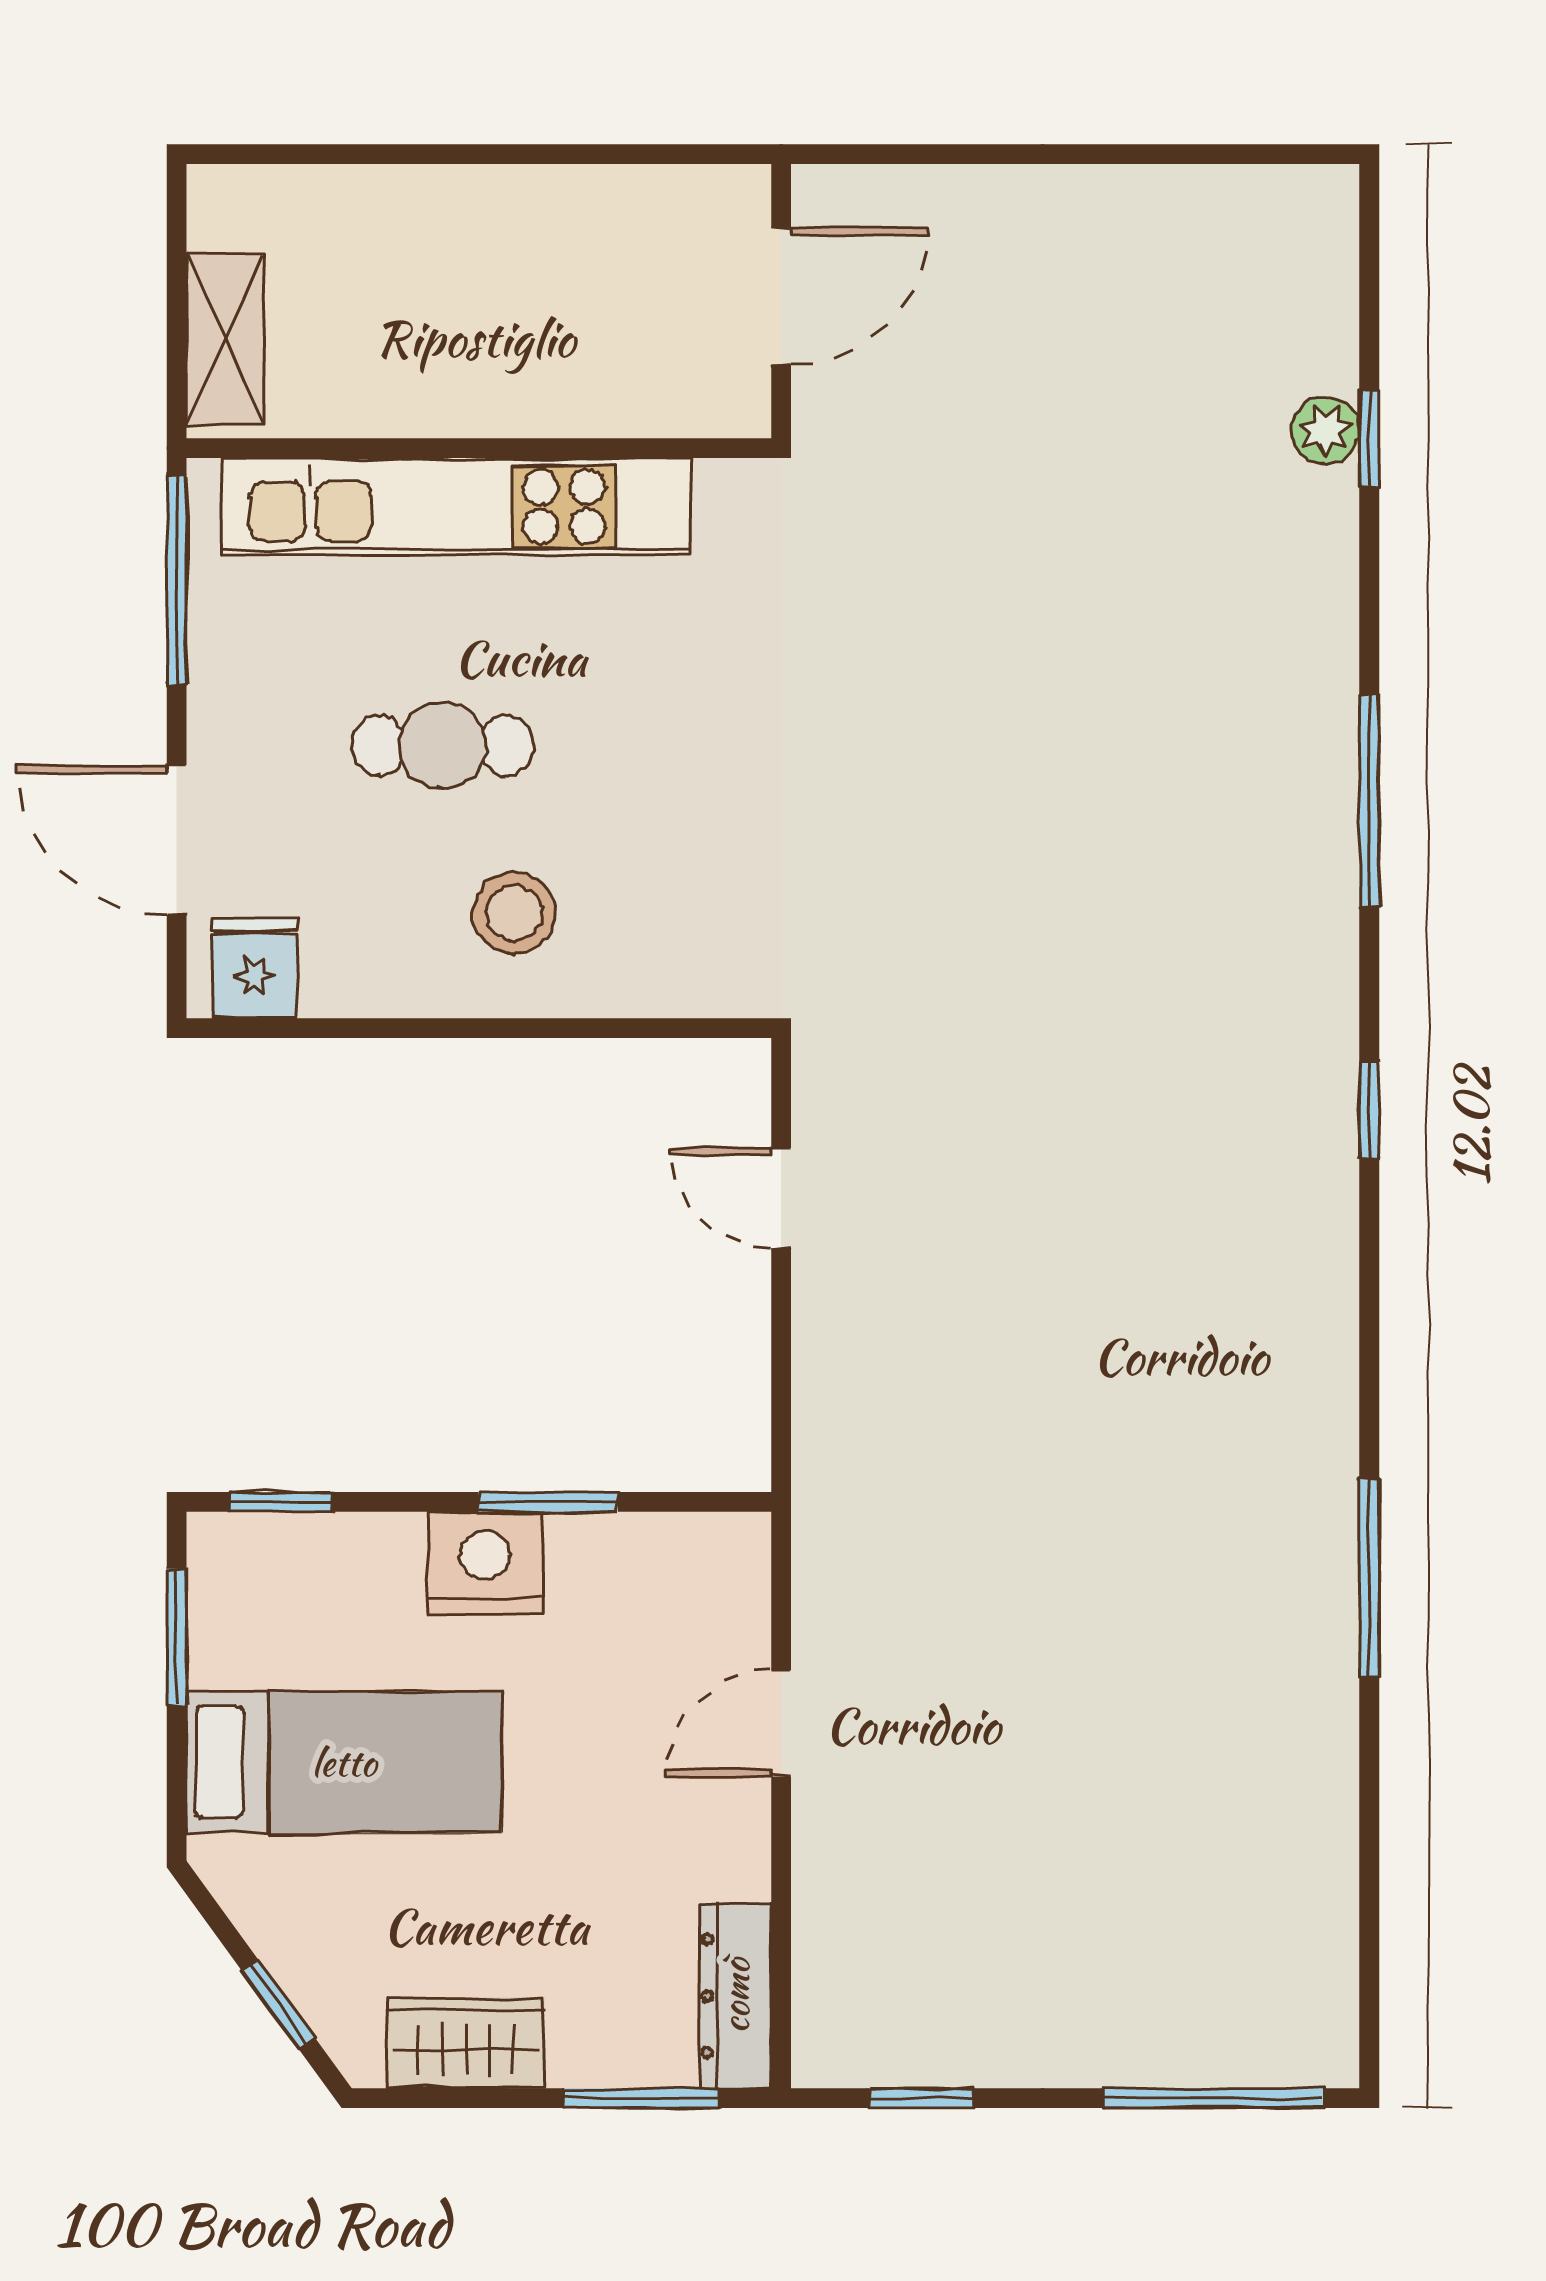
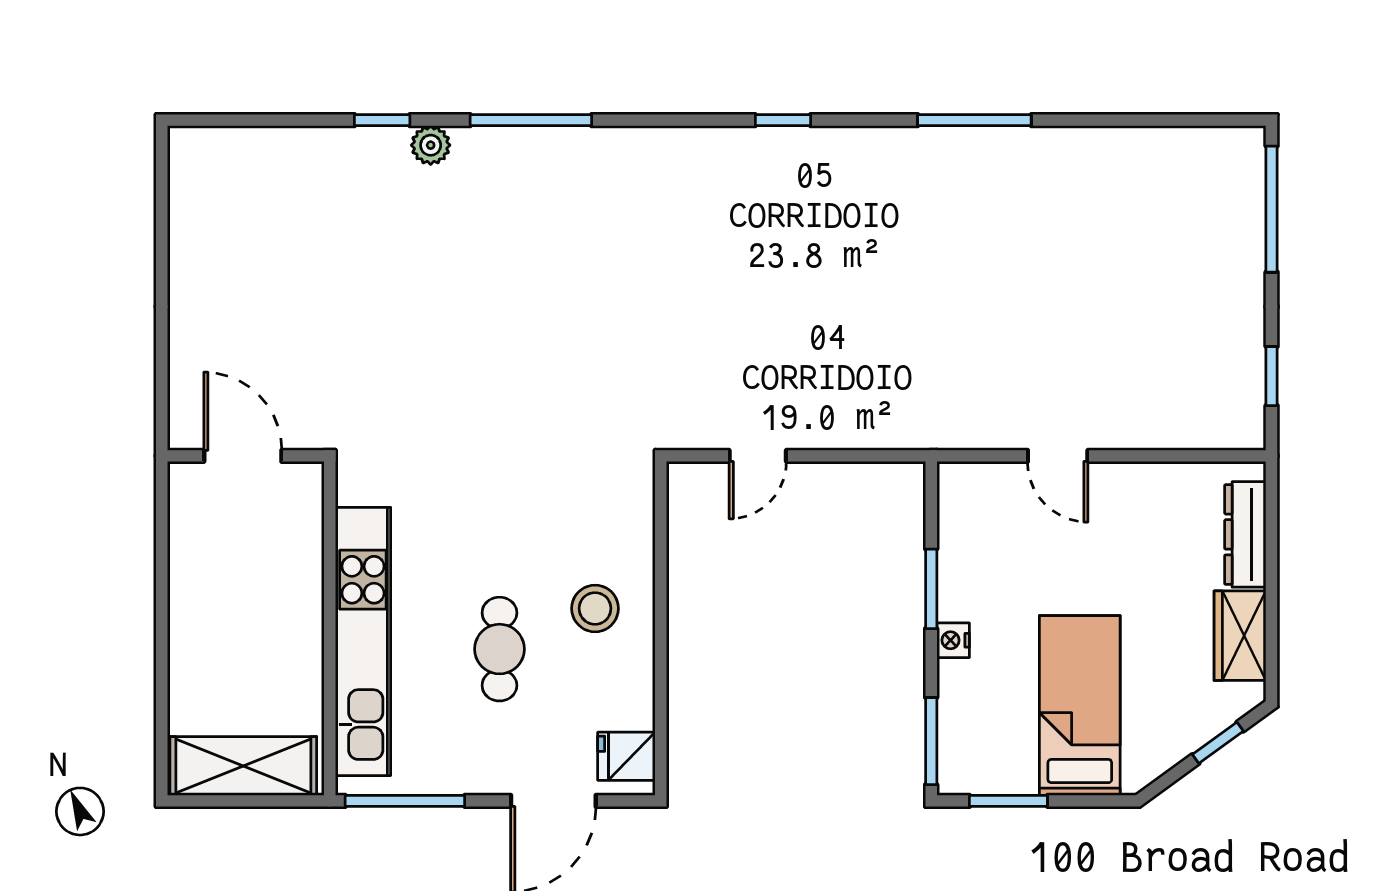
shelving: (225, 340) -> (243, 766), width x1.50, depth x1.33
plant: (1325, 431) -> (431, 145), moved
window: (1369, 439) -> (382, 120), moved
window: (1369, 1110) -> (783, 120), moved
window: (281, 1502) -> (931, 741), width x1.50
nightstand: (485, 1563) -> (953, 640), width x0.53, depth x0.56
dresser: (735, 1996) -> (1245, 534), moved, turned 90
window: (642, 2098) -> (1272, 536), removed

